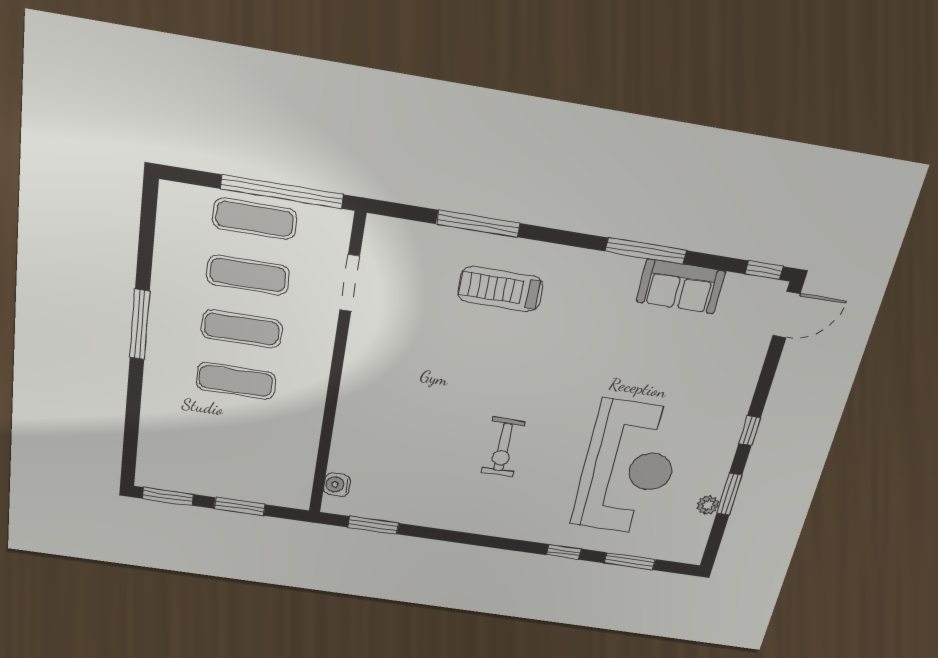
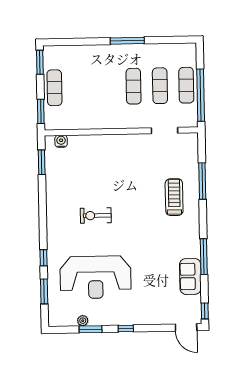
exercise mat: (236, 381) -> (54, 88), moved
window: (240, 506) -> (41, 111), moved

